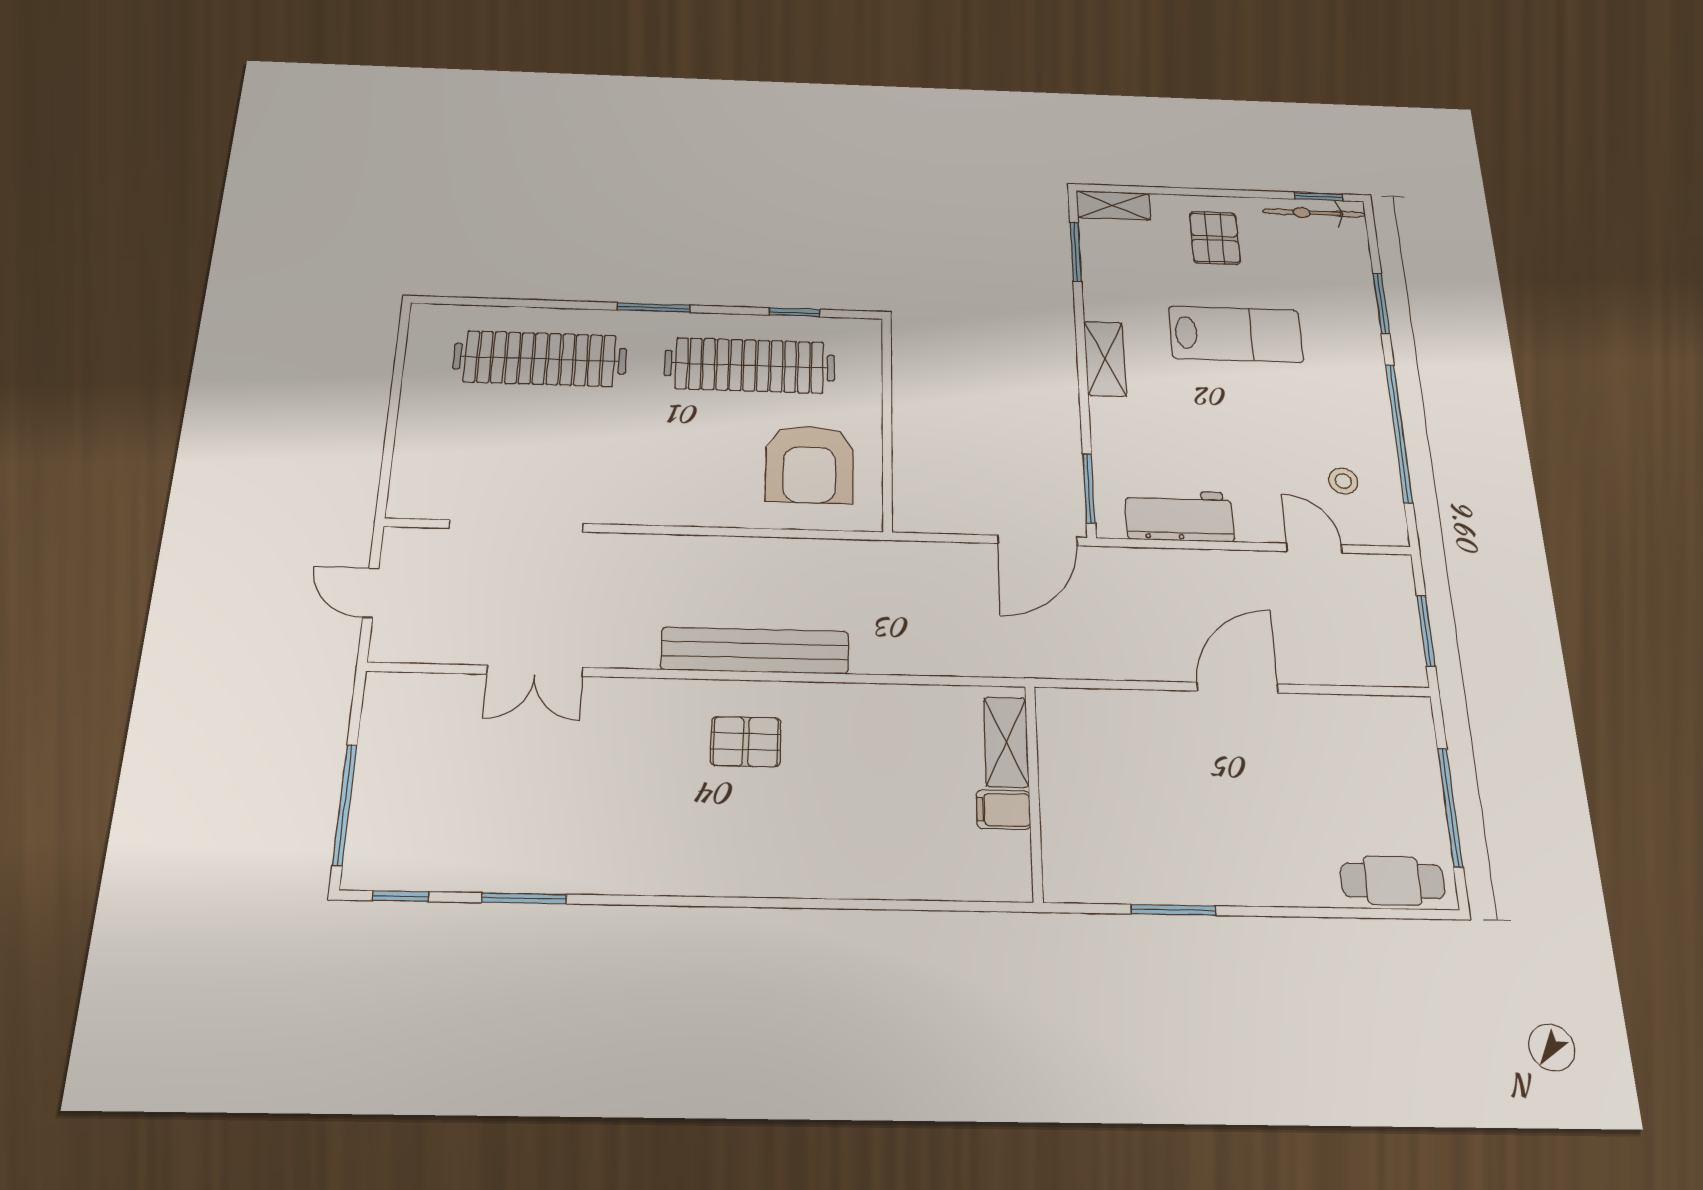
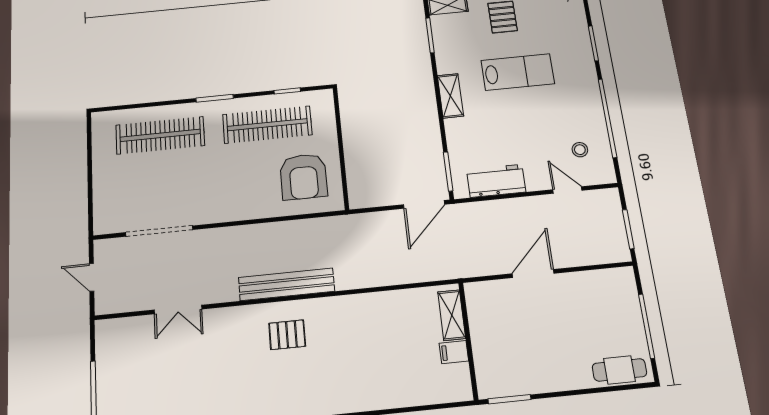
shelving: (1006, 742) -> (452, 315), moved
wall: (1034, 792) -> (468, 341), moved
filing cabinet: (1003, 810) -> (454, 352), moved

